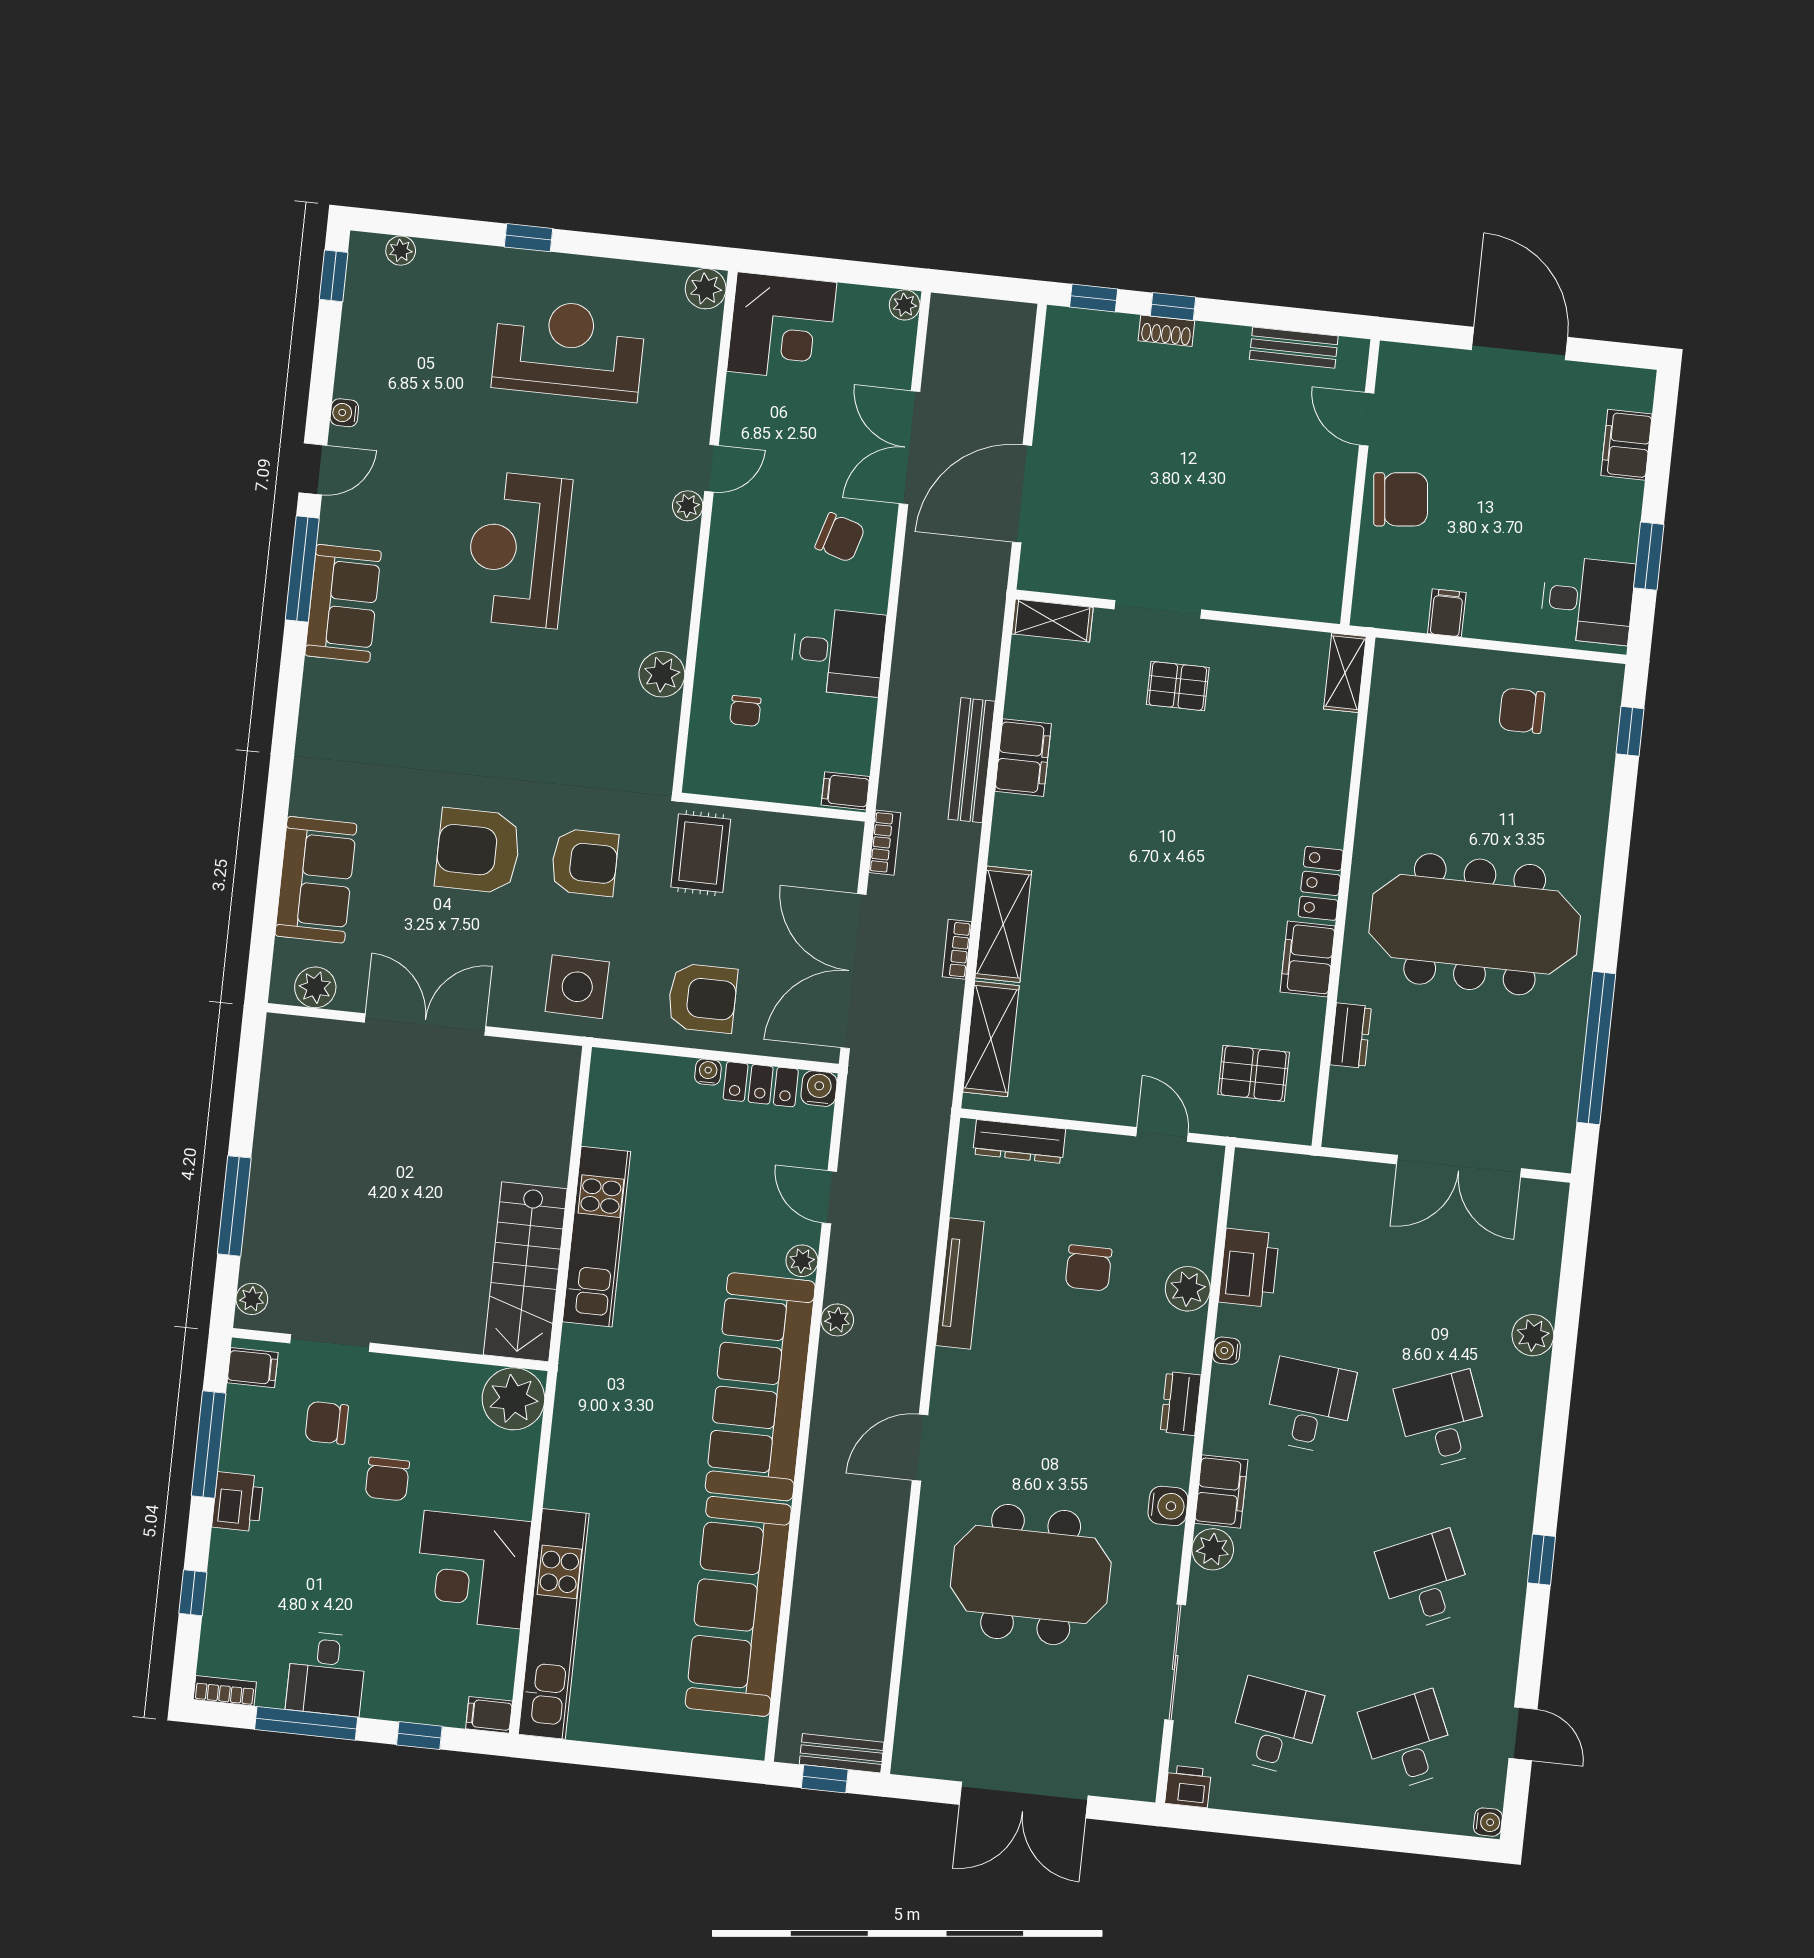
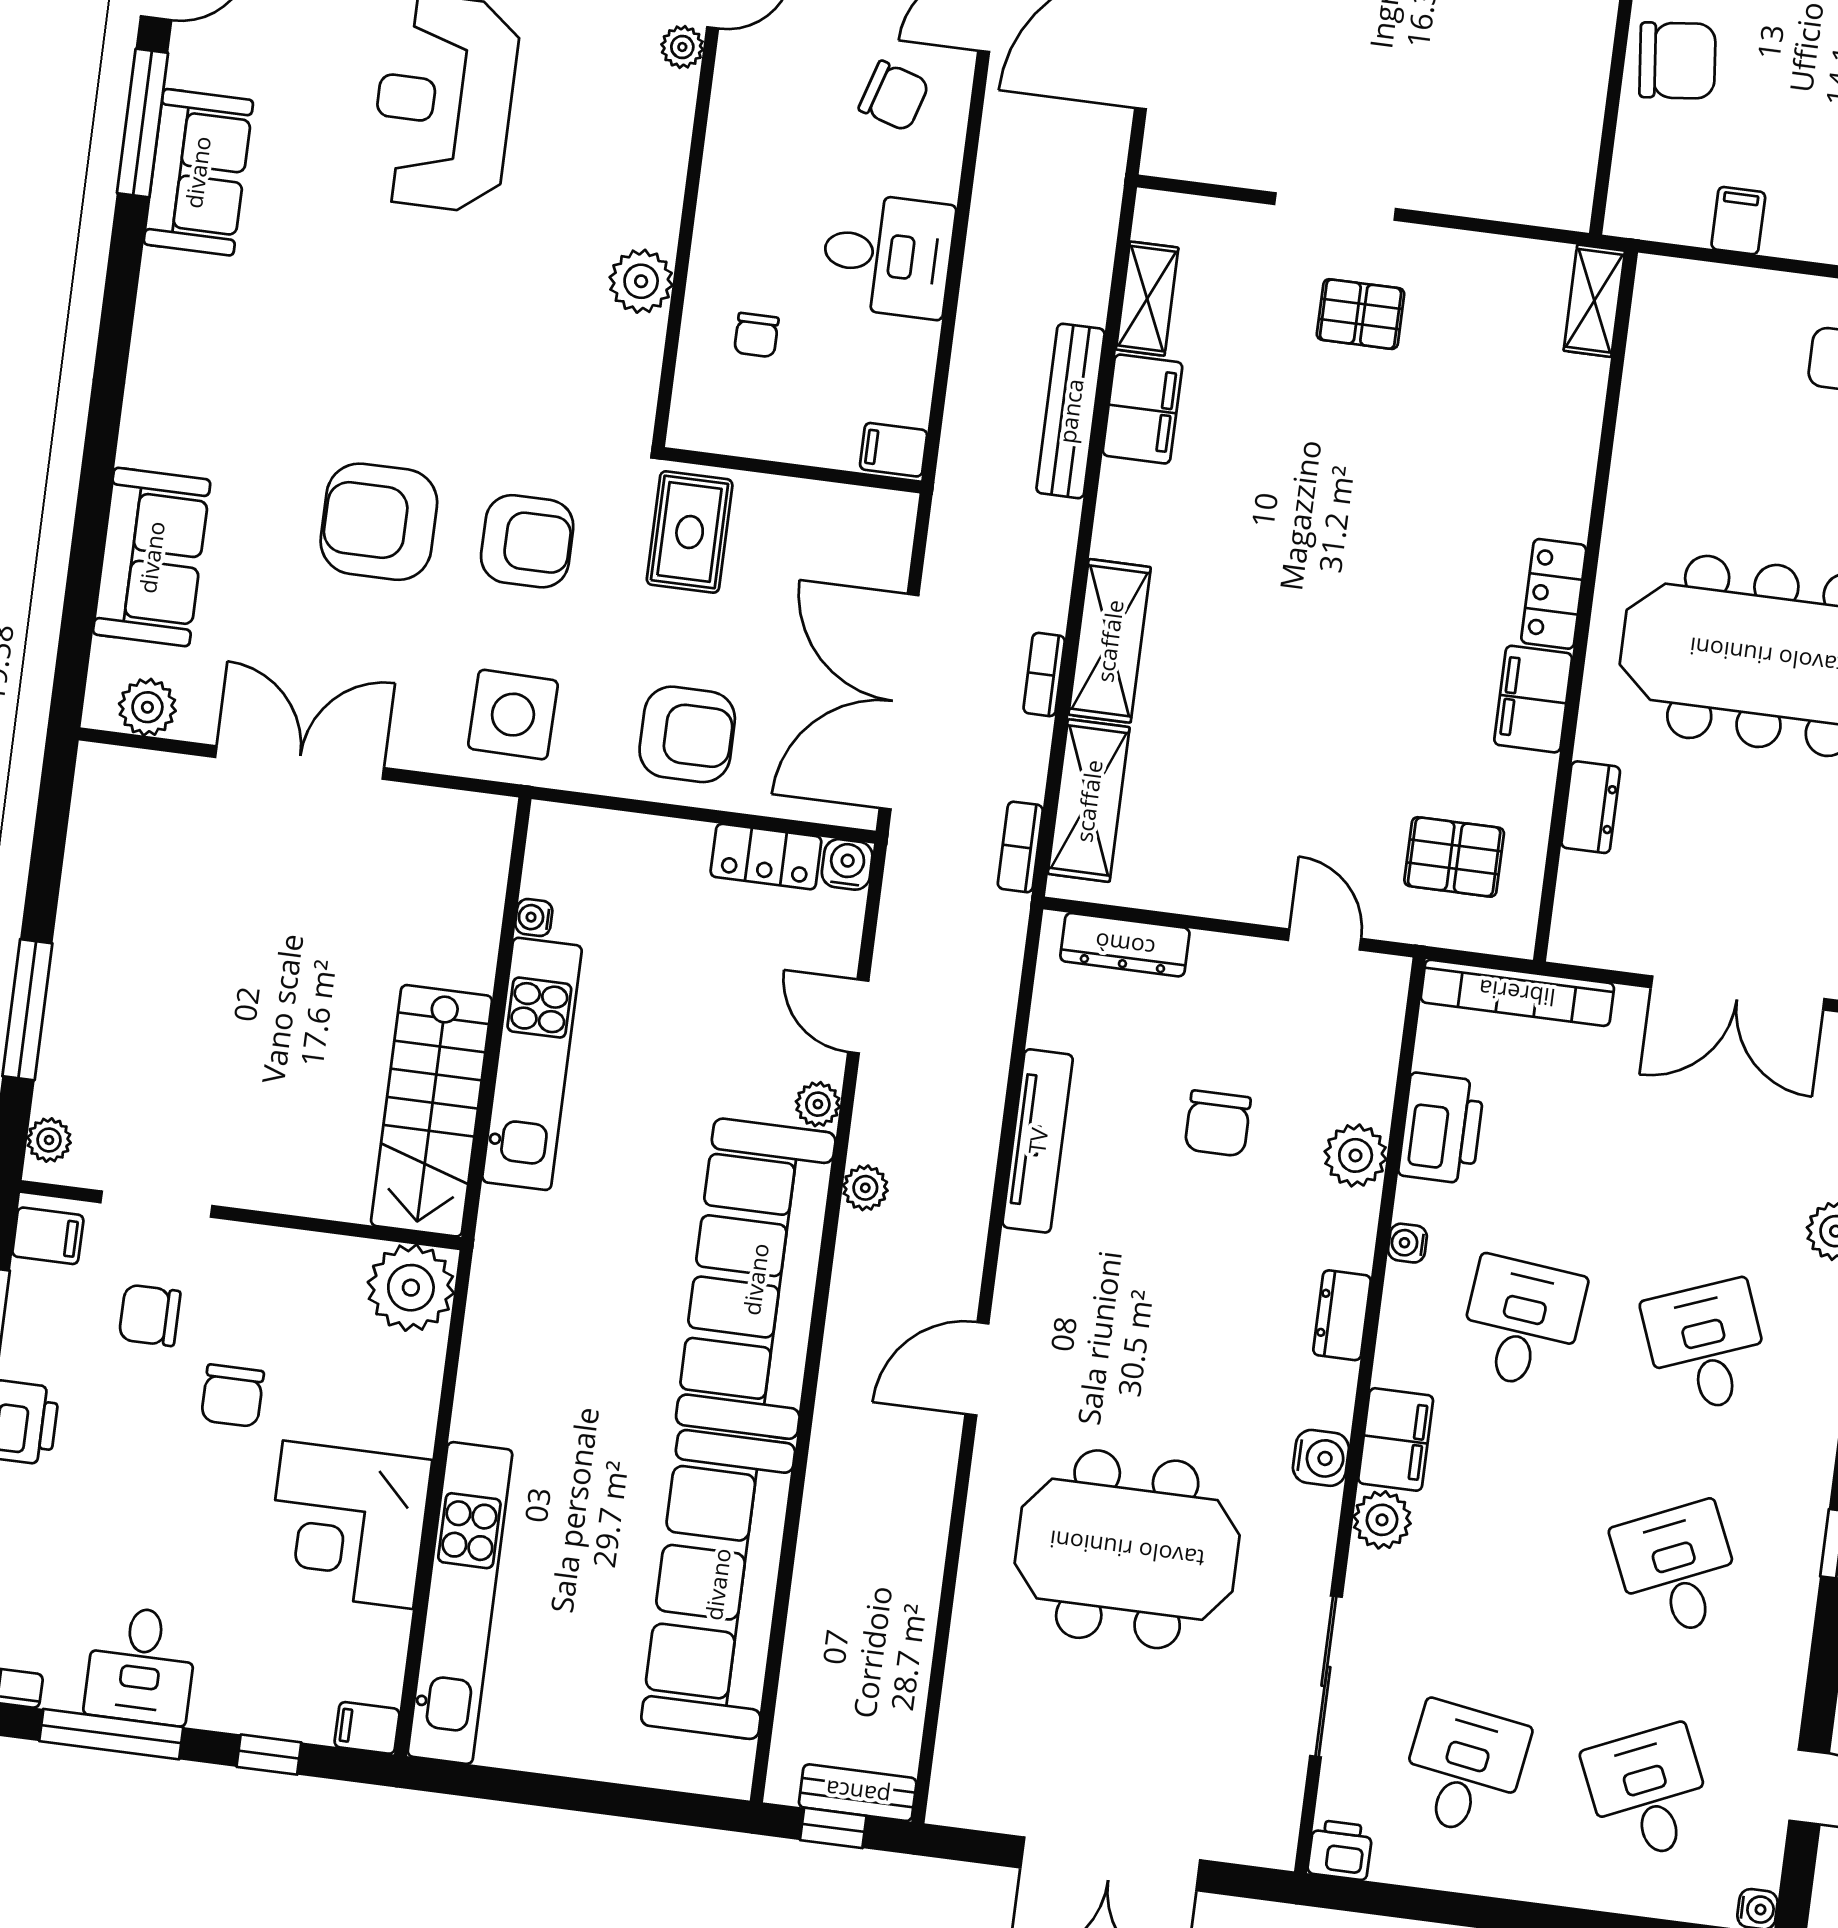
shelving: (1052, 621) -> (1147, 299), moved, turned 90
bookcase: (885, 843) -> (1020, 847), moved, turned 180
water cooler: (708, 1072) -> (534, 918), moved, turned -90
bookcase: (1301, 1170) -> (1517, 993), added

